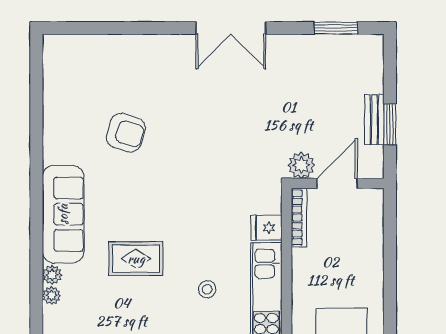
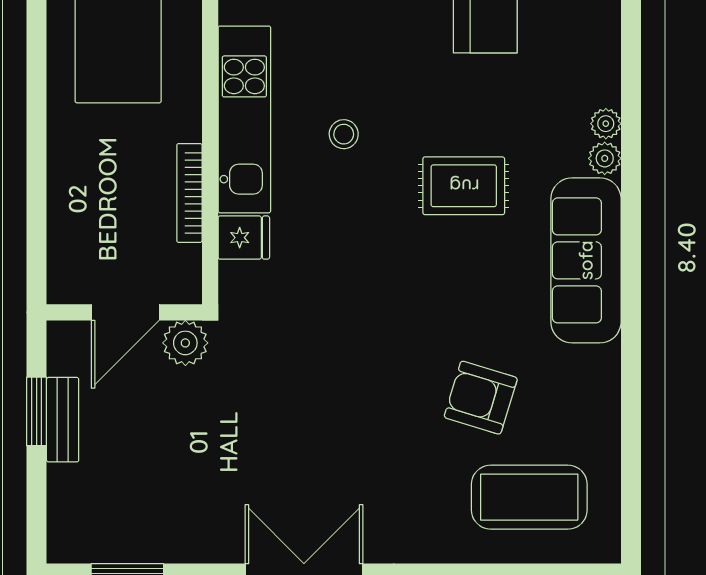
coffee table: (97, 73) -> (529, 497), added
bookcase: (299, 218) -> (189, 193), moved

